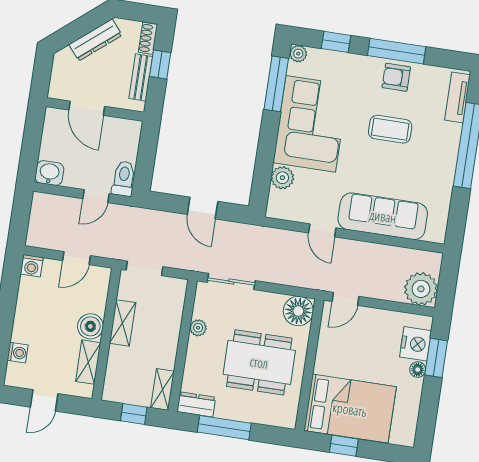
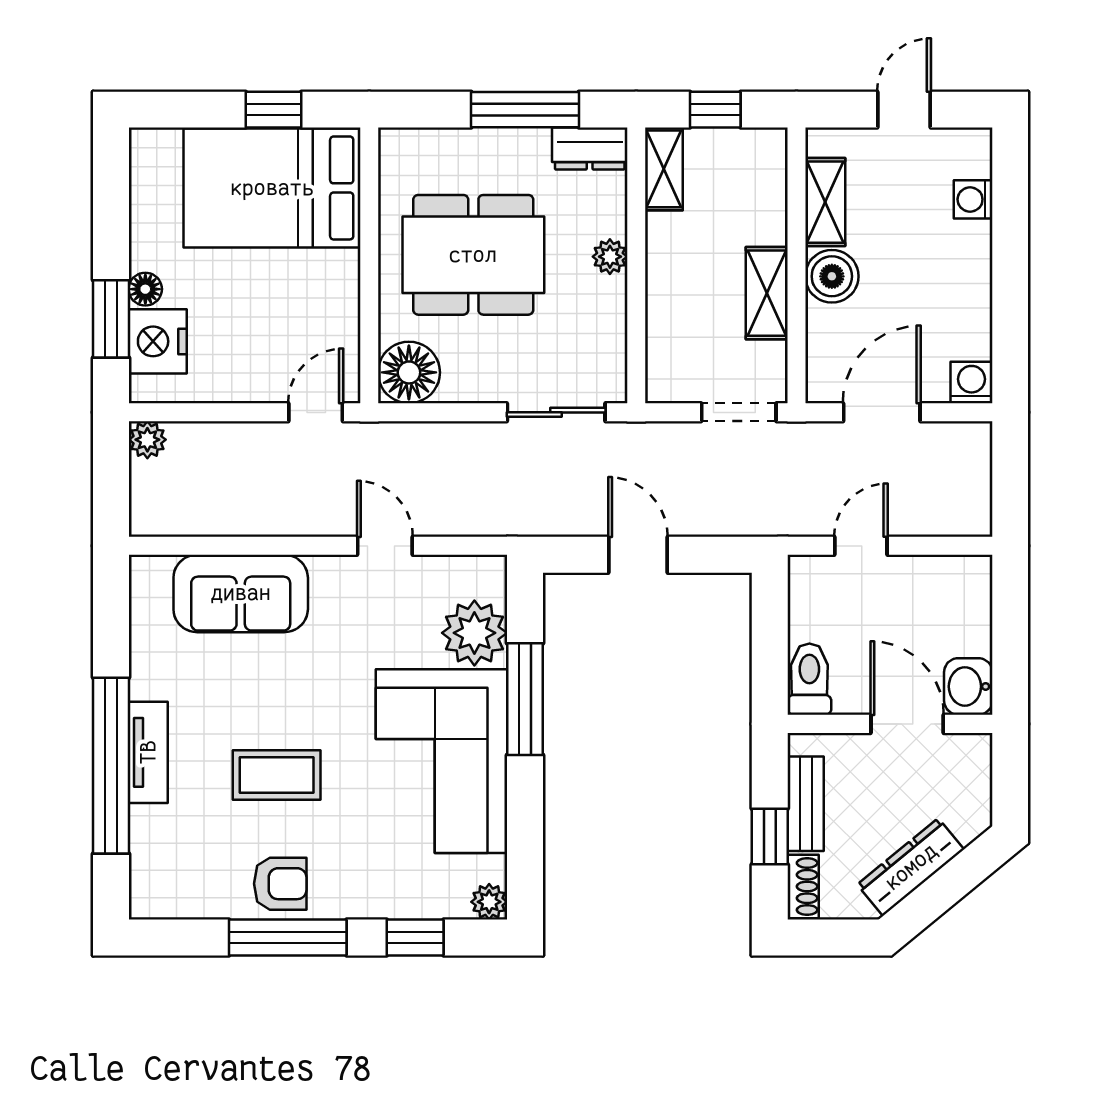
window: (276, 84) -> (525, 699), moved
tv unit: (457, 97) -> (148, 752), moved
washbasin: (49, 173) -> (968, 686), moved, turned 90
plant: (282, 178) -> (474, 633), width x1.36, depth x1.36
toilet: (124, 179) -> (809, 679), moved, turned 180
sofa: (383, 216) -> (241, 593), width x0.73
door: (76, 258) -> (882, 412), width x1.38
plant: (421, 289) -> (147, 440), width x0.53, depth x0.53
plant: (198, 328) -> (610, 257), moved

